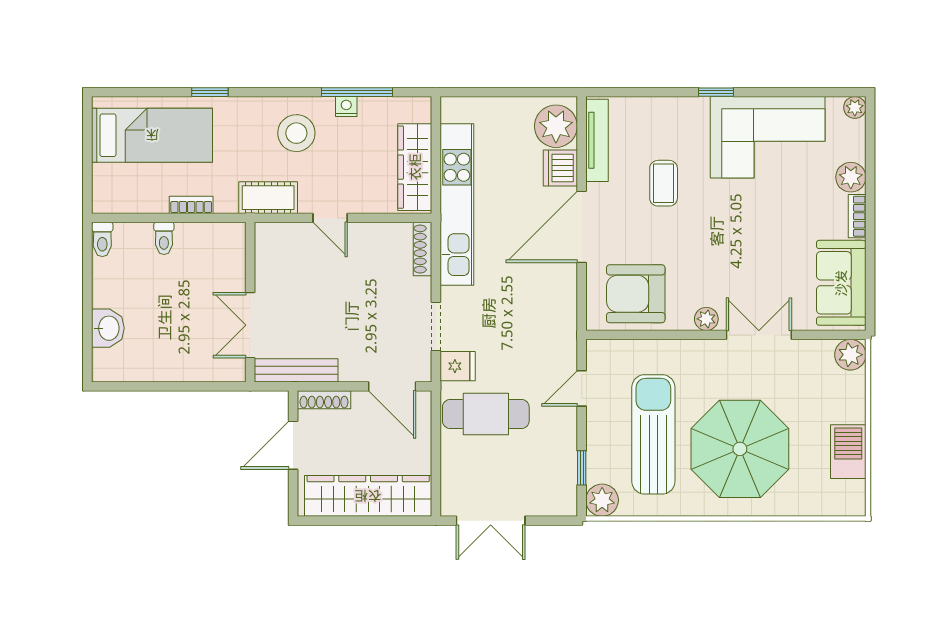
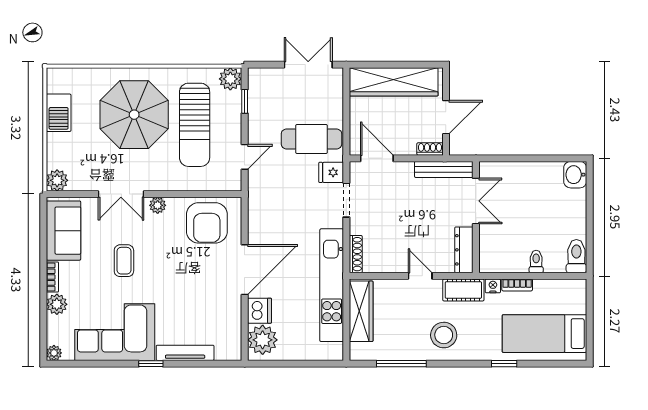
nightstand: (346, 107) -> (493, 286), moved, turned 180
tv unit: (597, 140) -> (185, 353), moved, turned 90
coffee table: (664, 183) -> (124, 261), moved
toilet: (102, 239) -> (576, 256), width x1.37, depth x1.39
dresser: (267, 255) -> (464, 250), added
armchair: (636, 294) -> (207, 223), turned 90
washbasin: (108, 328) -> (575, 175), moved
shoe rack: (324, 400) -> (430, 149), width x0.70

